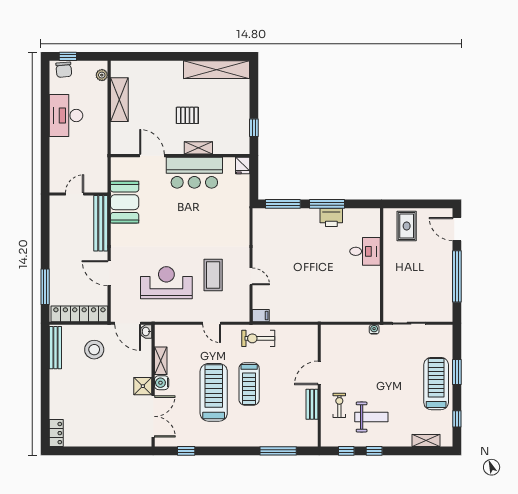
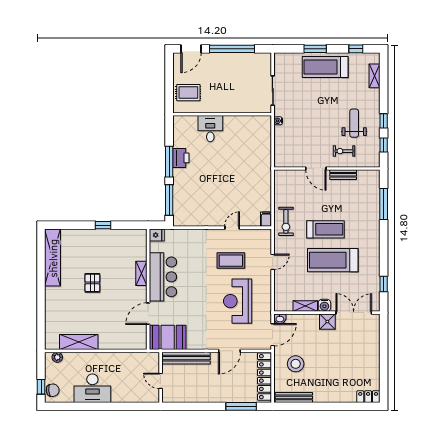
shelving: (198, 148) -> (141, 273), moved
door: (152, 156) -> (148, 314), moved
wall: (180, 156) -> (148, 289), moved
fridge: (243, 165) -> (157, 235), moved
bar counter: (194, 173) -> (163, 277), moved

